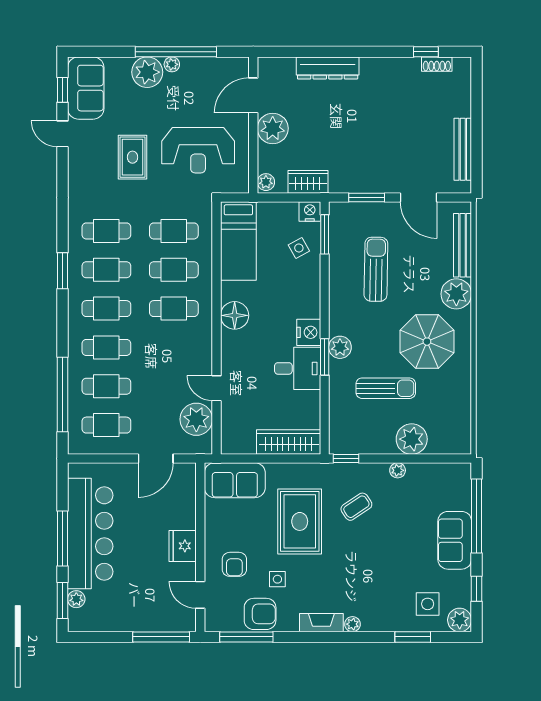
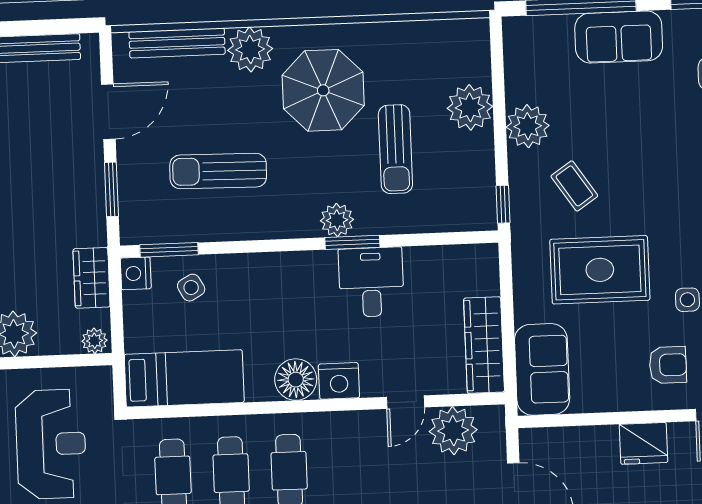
nightstand: (309, 332) -> (339, 381), moved, turned 180
sun lounger: (386, 388) -> (395, 149), turned 180
wardrobe: (289, 442) -> (484, 345), moved
plant: (398, 470) -> (528, 126), width x1.88, depth x1.88

